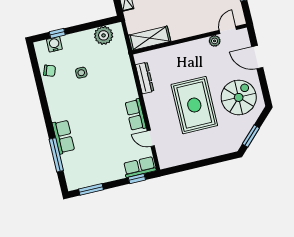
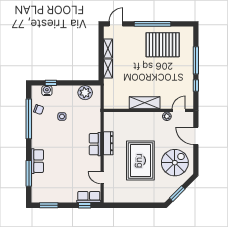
shelving: (150, 38) -> (145, 103), moved
dresser: (145, 78) -> (108, 143), moved
window: (40, 86) -> (29, 119), added
row of seats: (136, 115) -> (95, 144), moved

